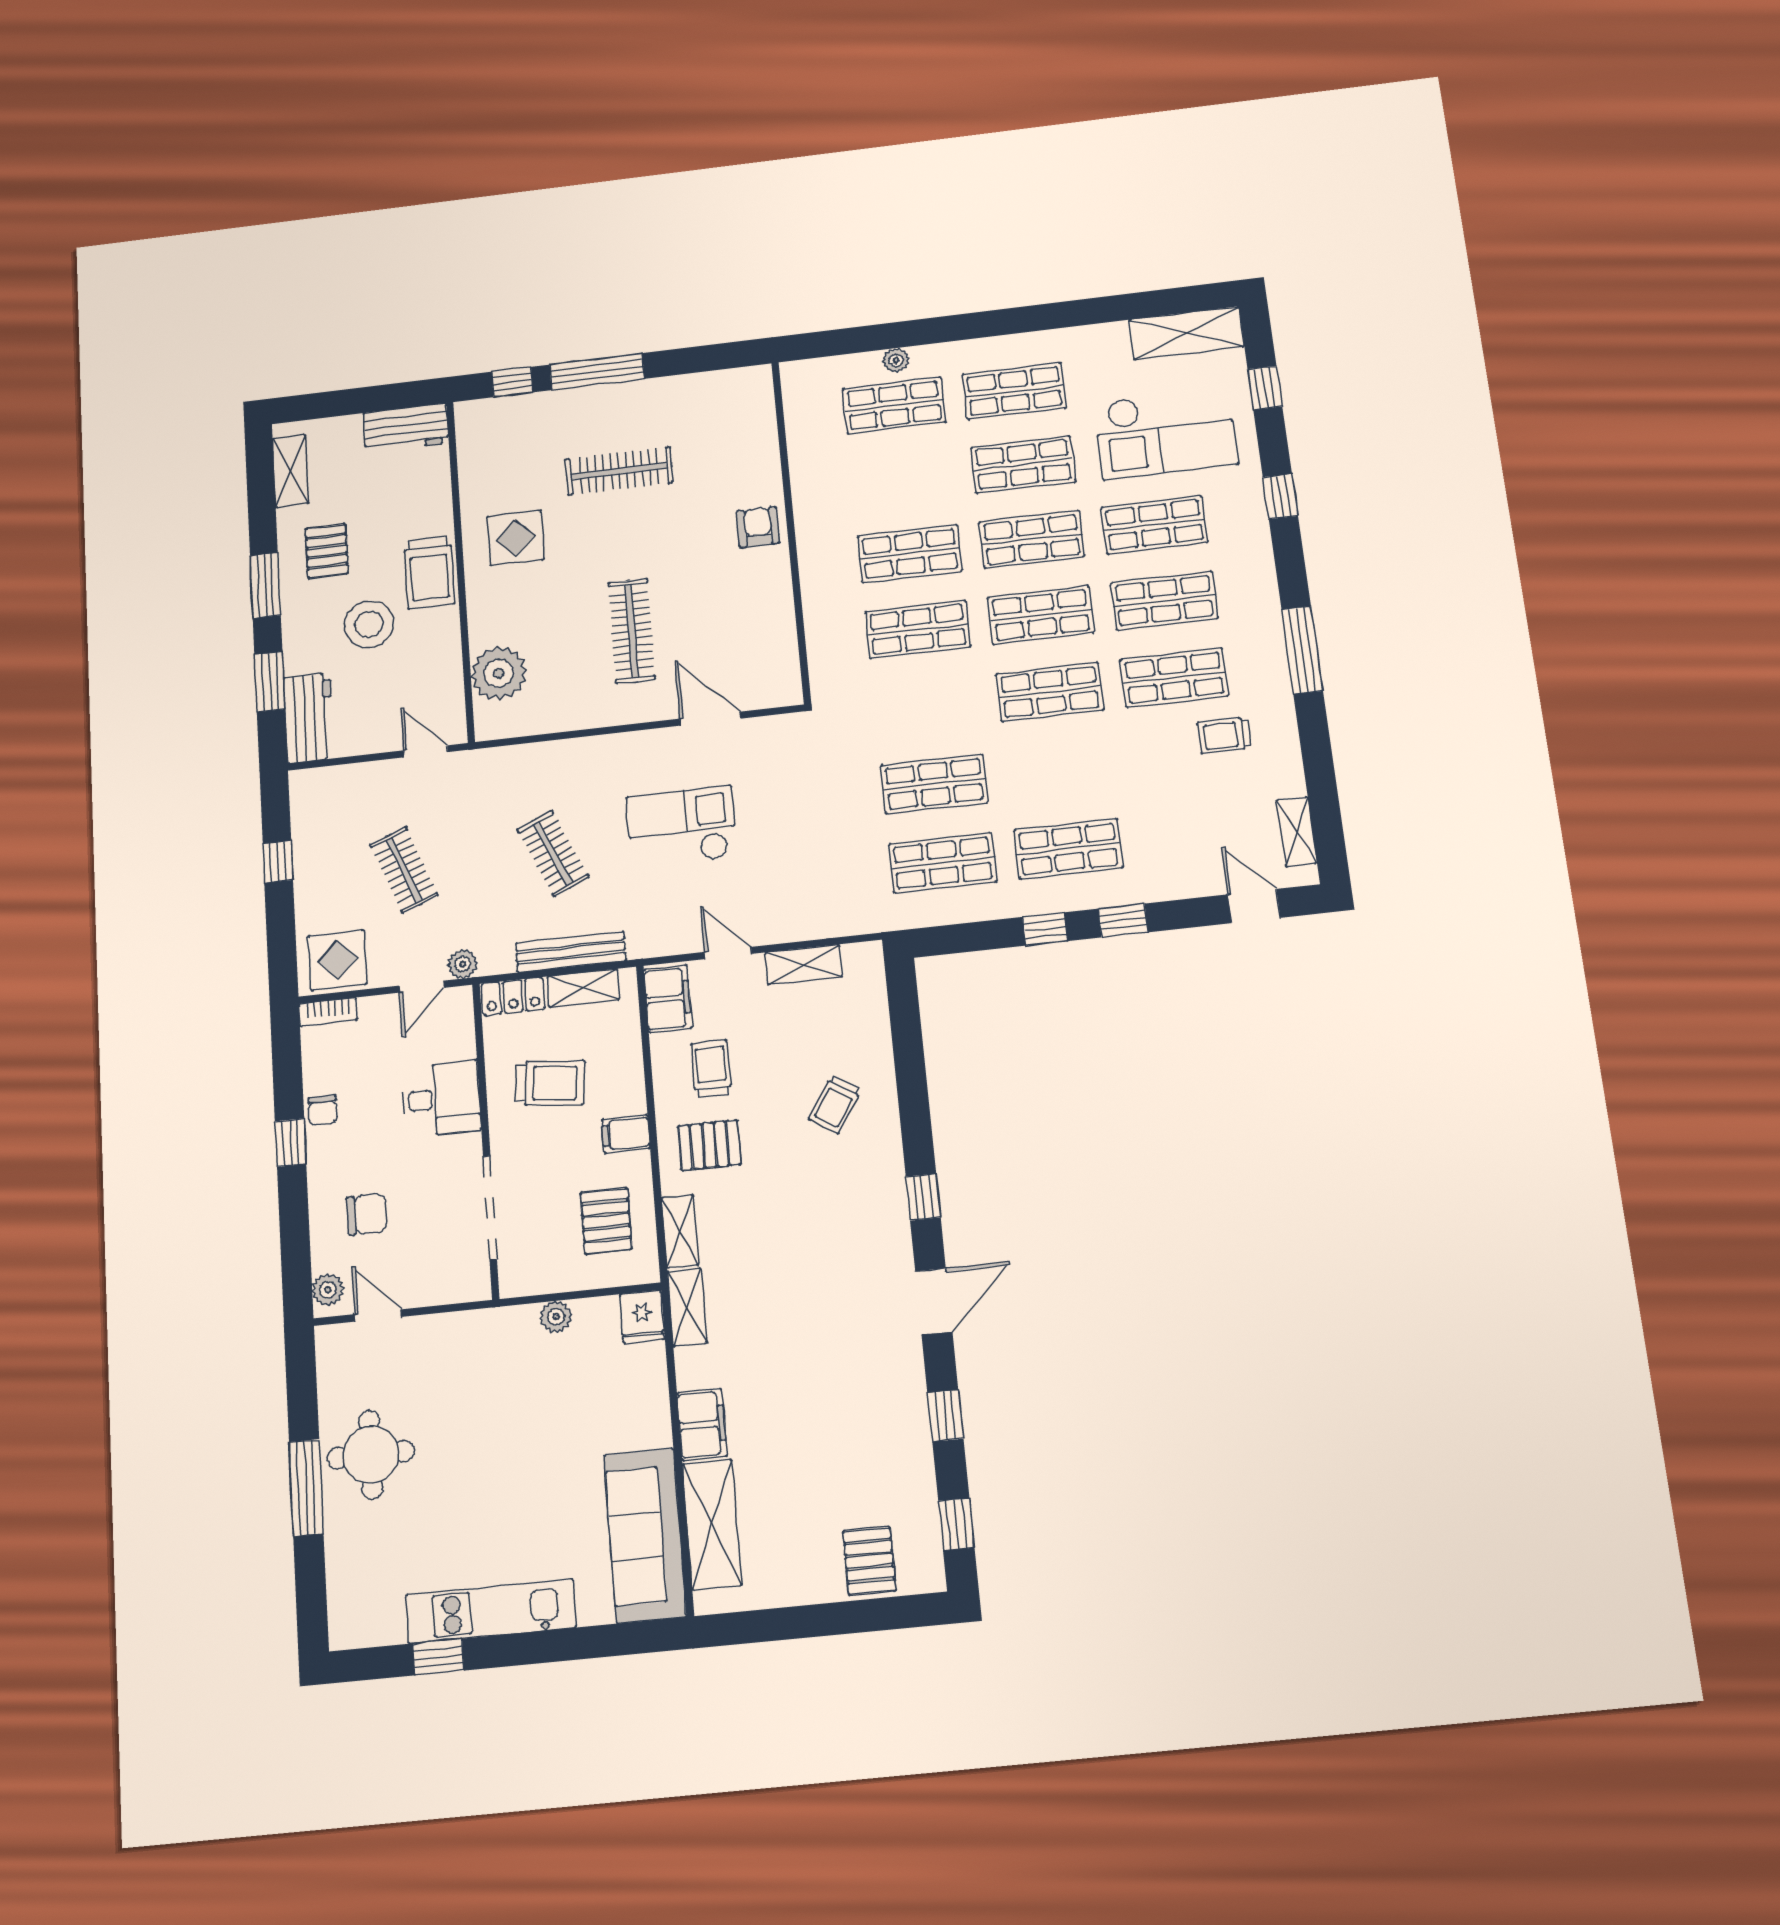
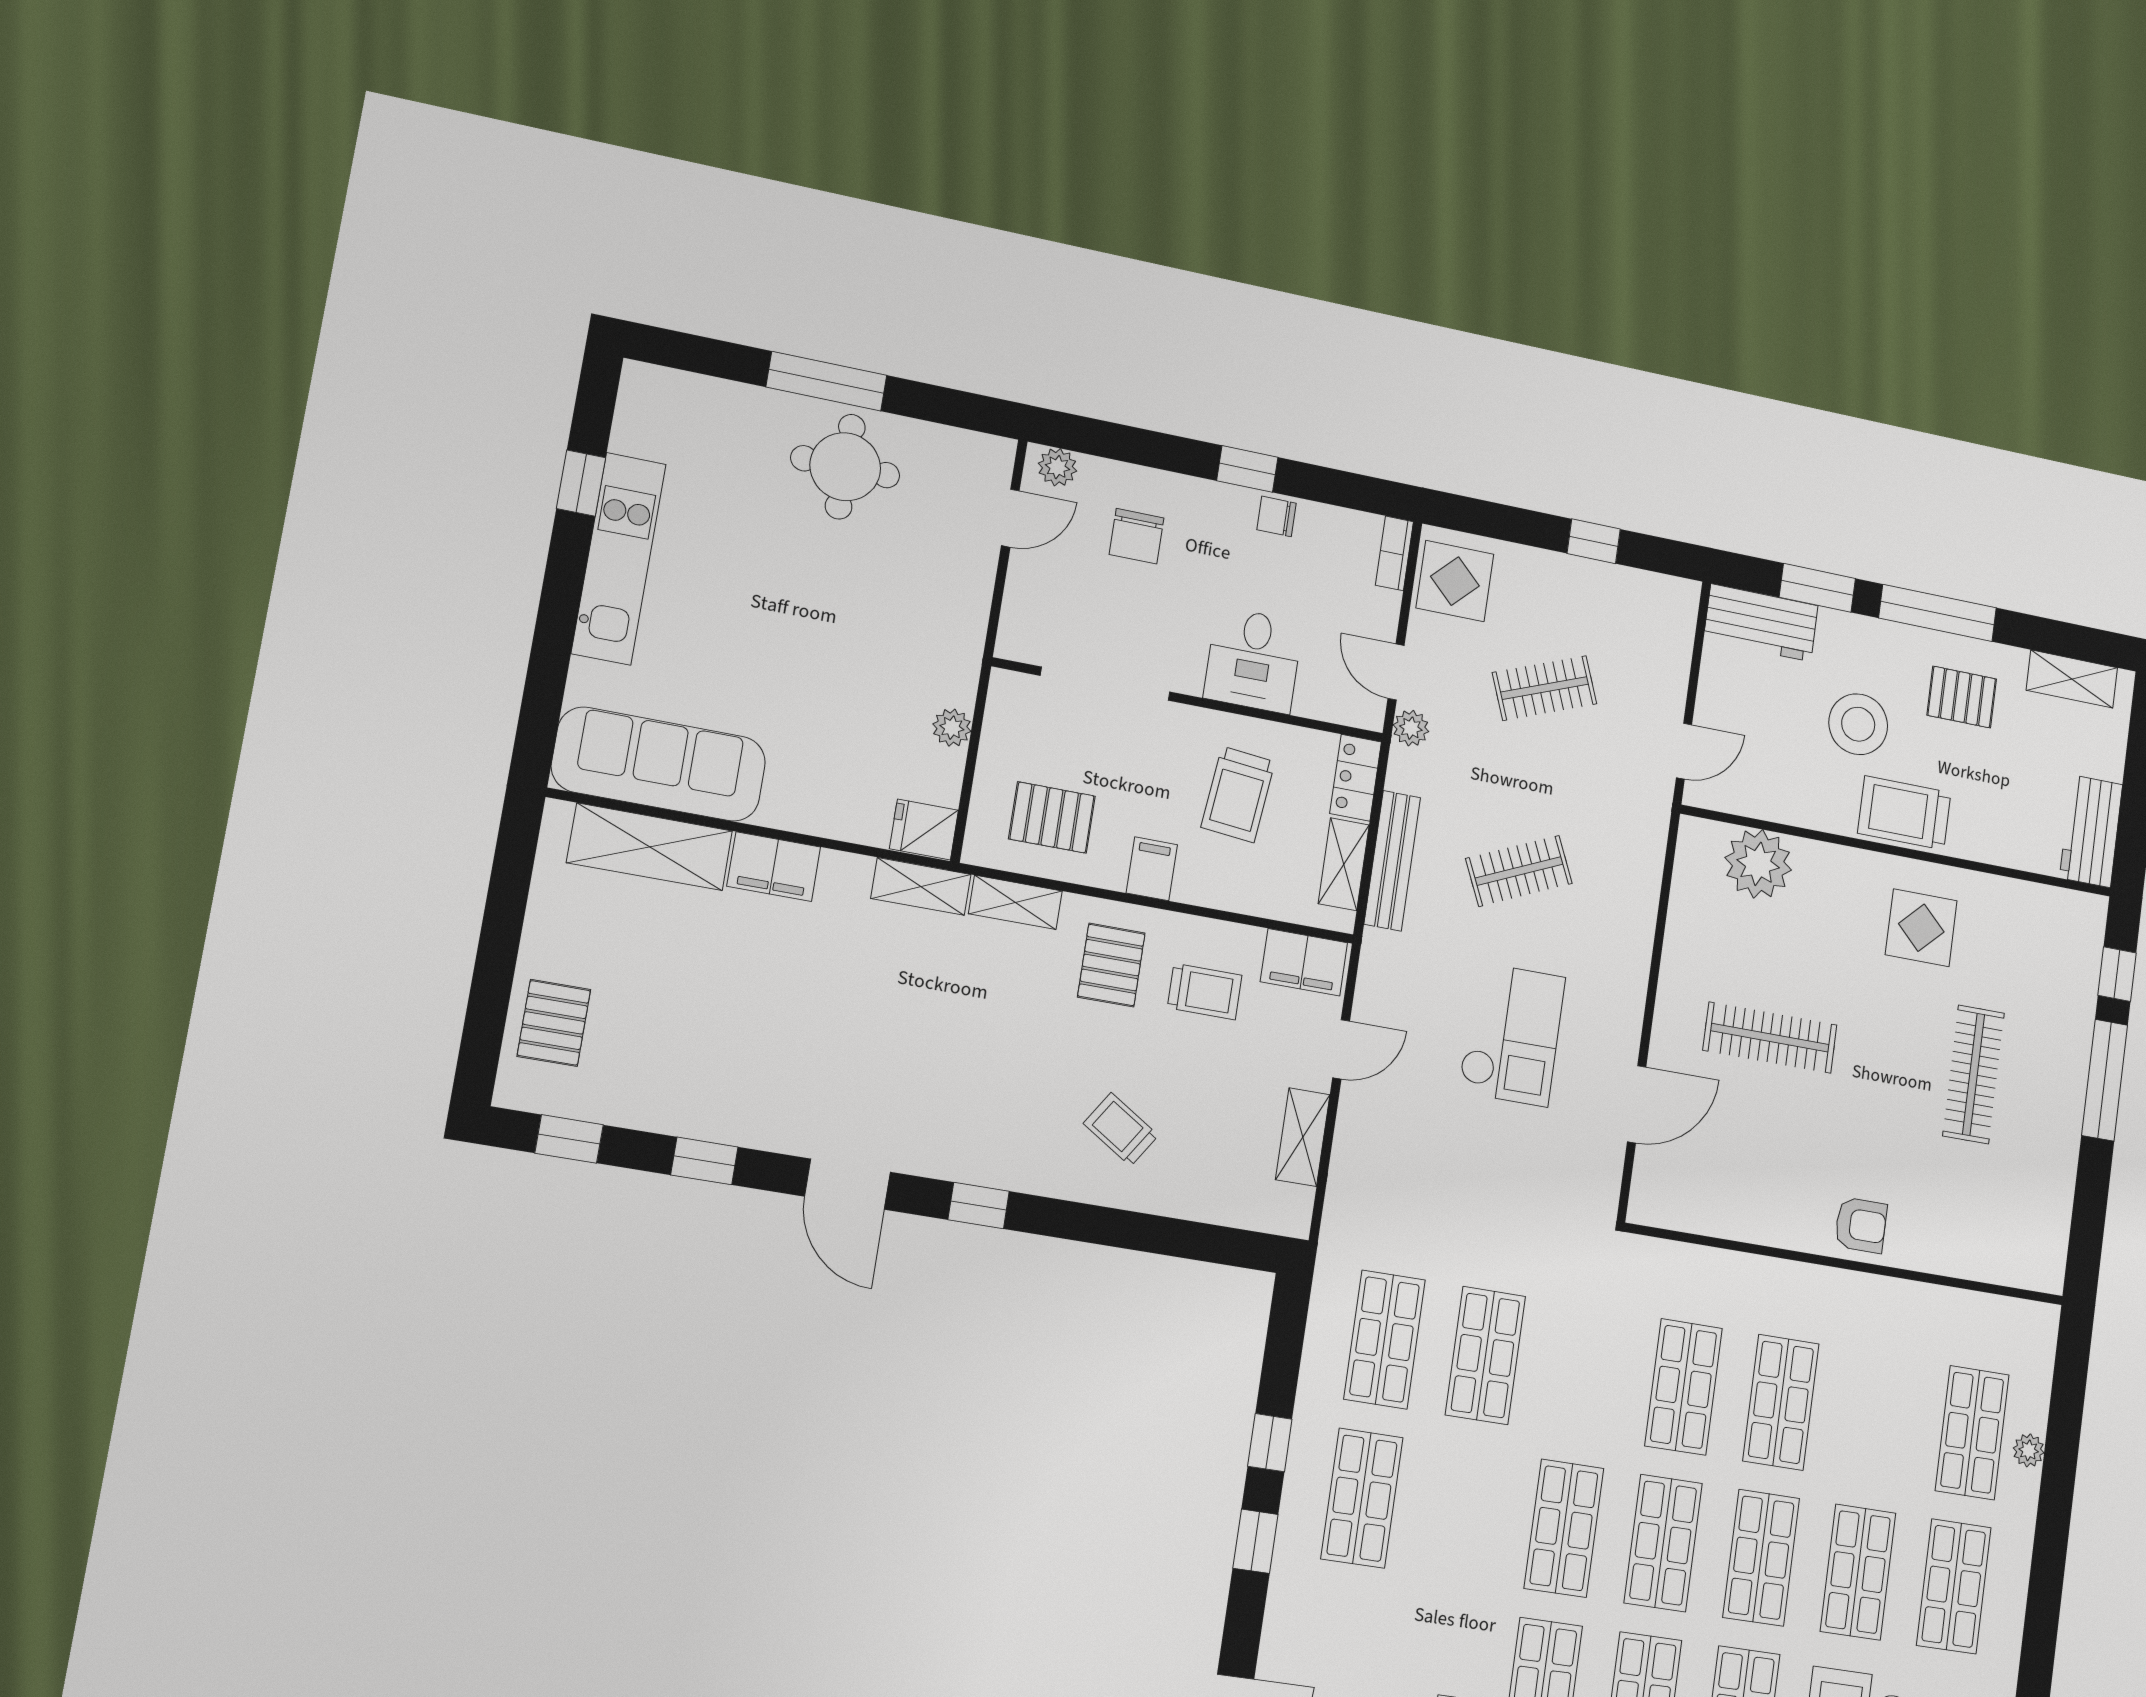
window: (265, 585) -> (1938, 613), width x1.44
pallet: (869, 1561) -> (554, 1023), turned 90

